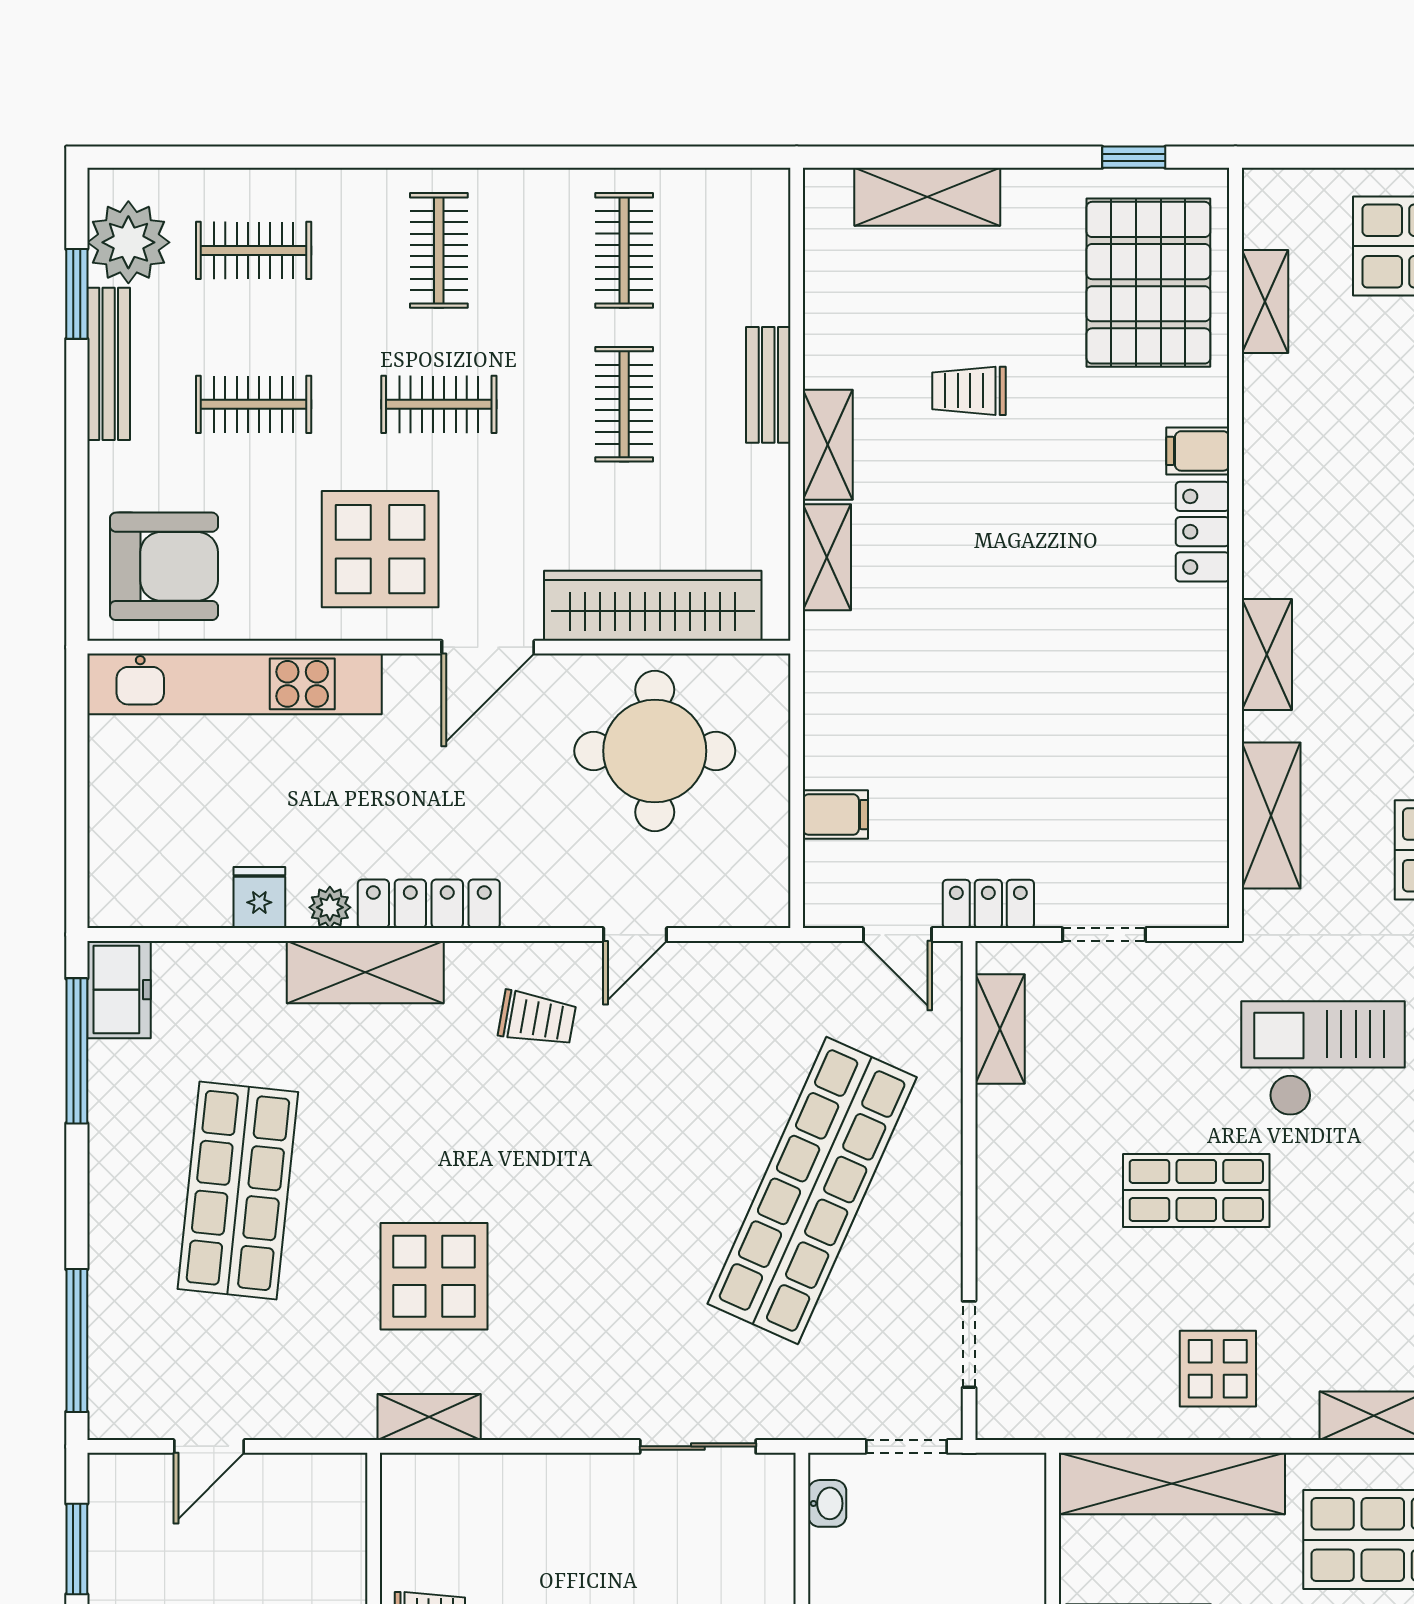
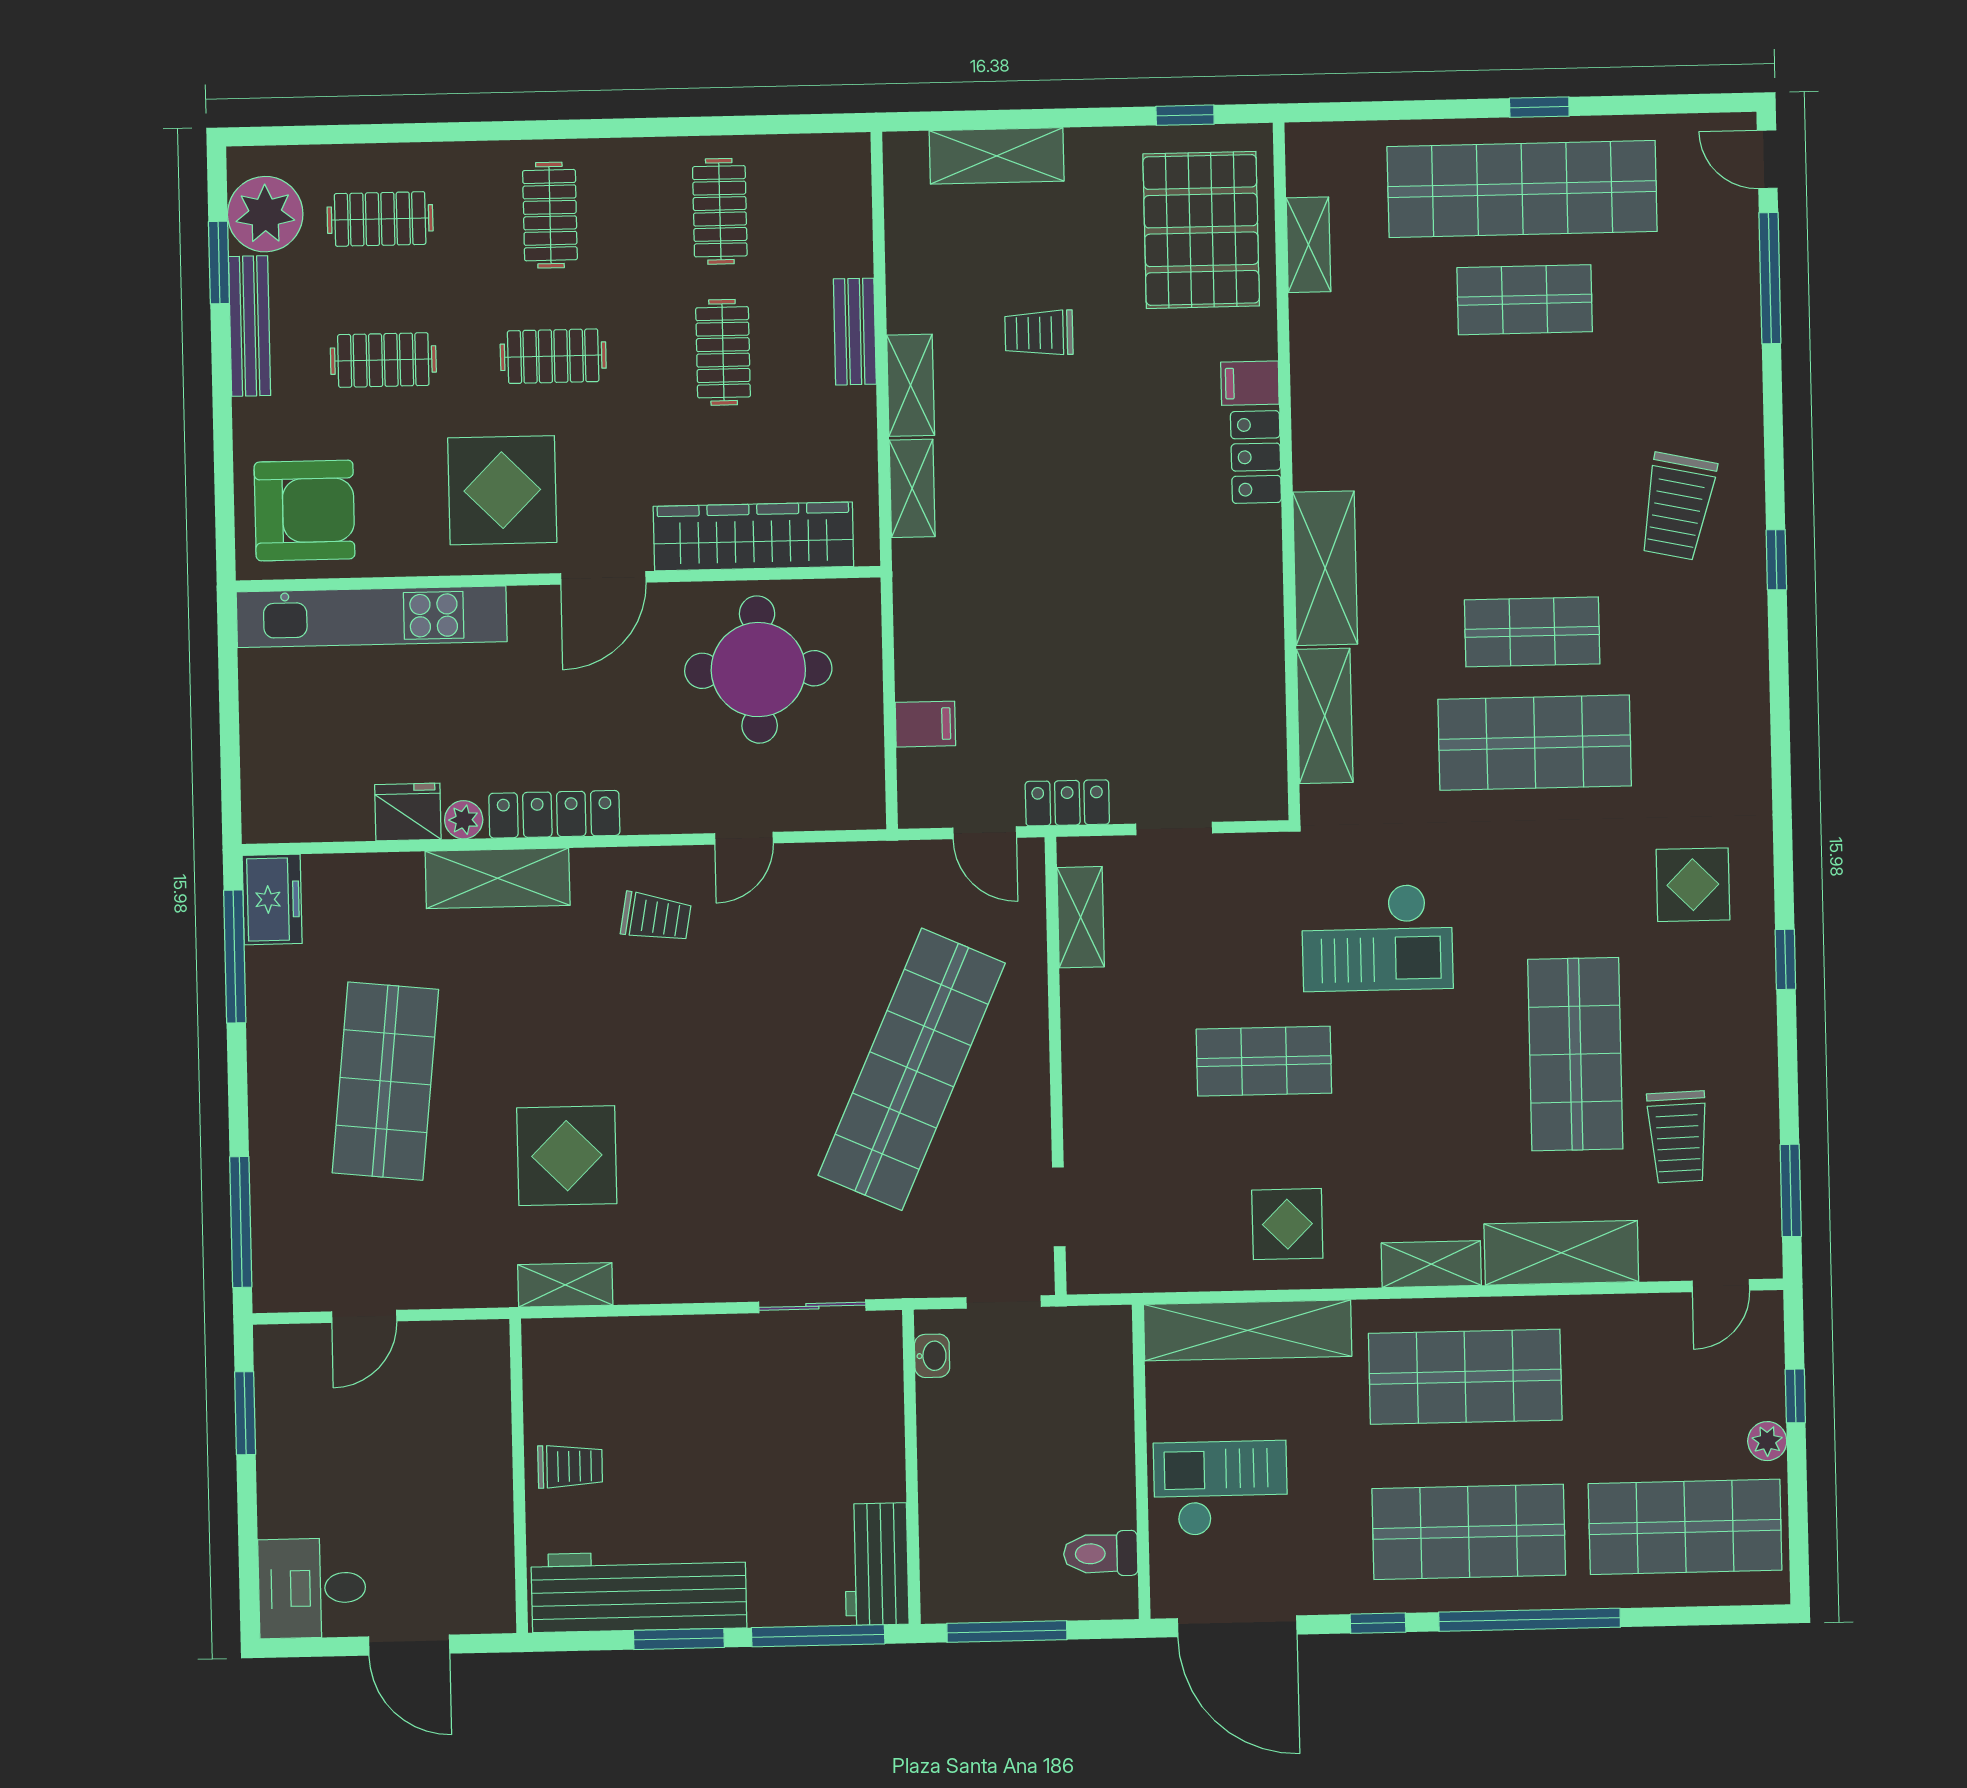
shelving: (1267, 655) -> (1325, 568), width x1.50, depth x1.33
fridge: (259, 898) -> (408, 812), width x1.38
checkout: (1323, 1058) -> (1377, 938), turned 180

